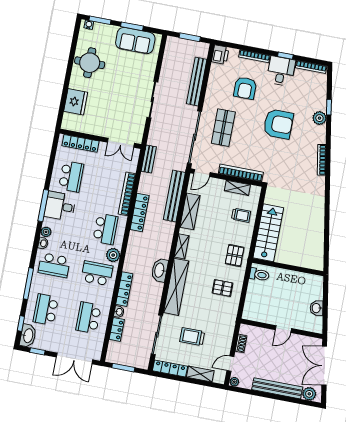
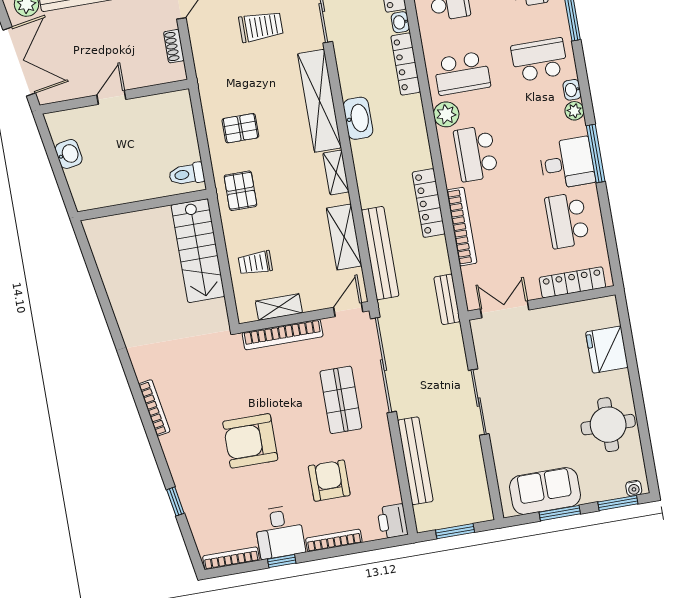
plant: (319, 118) -> (184, 477), removed

